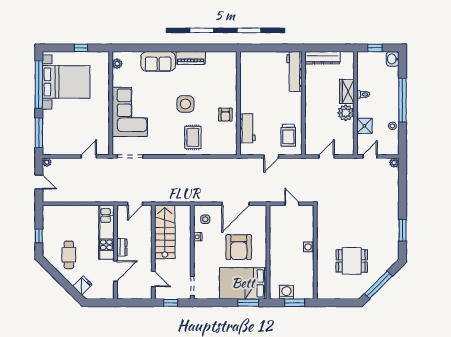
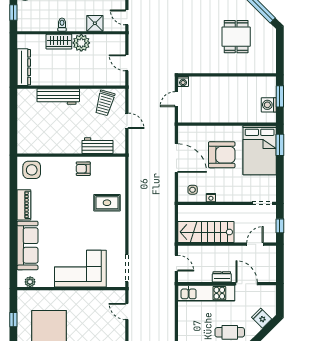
sofa: (158, 61) -> (28, 245), width x1.36
workbench: (294, 72) -> (58, 97), moved
side table: (185, 104) -> (32, 170), moved
armchair: (225, 115) -> (83, 169), turned 180
trolley: (288, 135) -> (105, 103), turned 106
washing machine: (309, 247) -> (183, 81), moved

